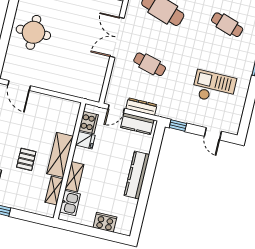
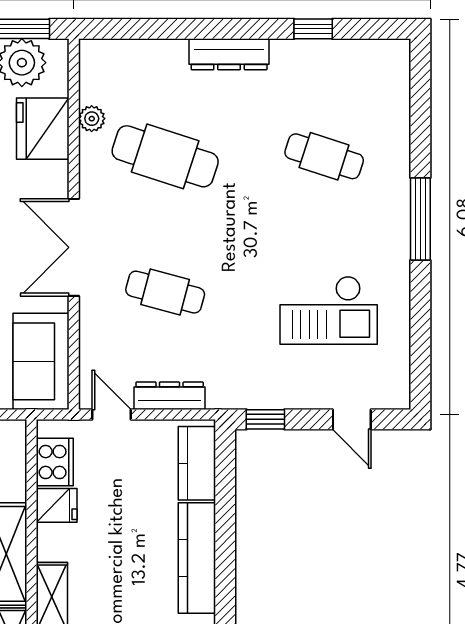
sofa: (93, 80) -> (41, 361), added
checkout: (214, 87) -> (329, 310), turned 180
door: (116, 109) -> (112, 414), swing flipped
kitchen counter: (137, 124) -> (197, 463), moved, turned 90

